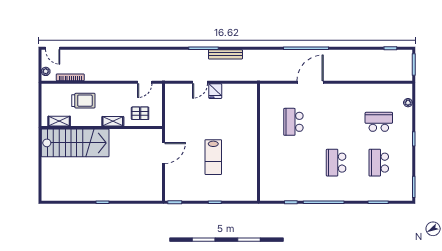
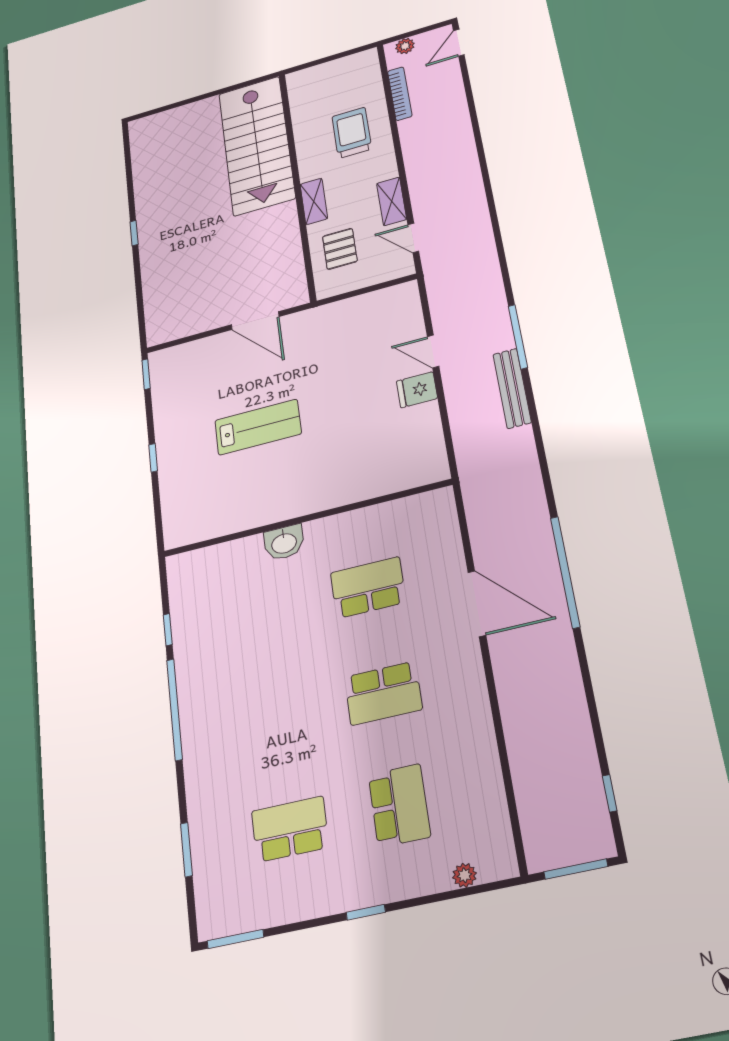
trolley: (83, 101) -> (352, 133), turned 180
shelving: (59, 121) -> (392, 201), moved
washbasin: (266, 152) -> (284, 543), added
lab bench: (213, 157) -> (258, 427), turned 180
school desk: (336, 163) -> (383, 693), moved, turned 180

